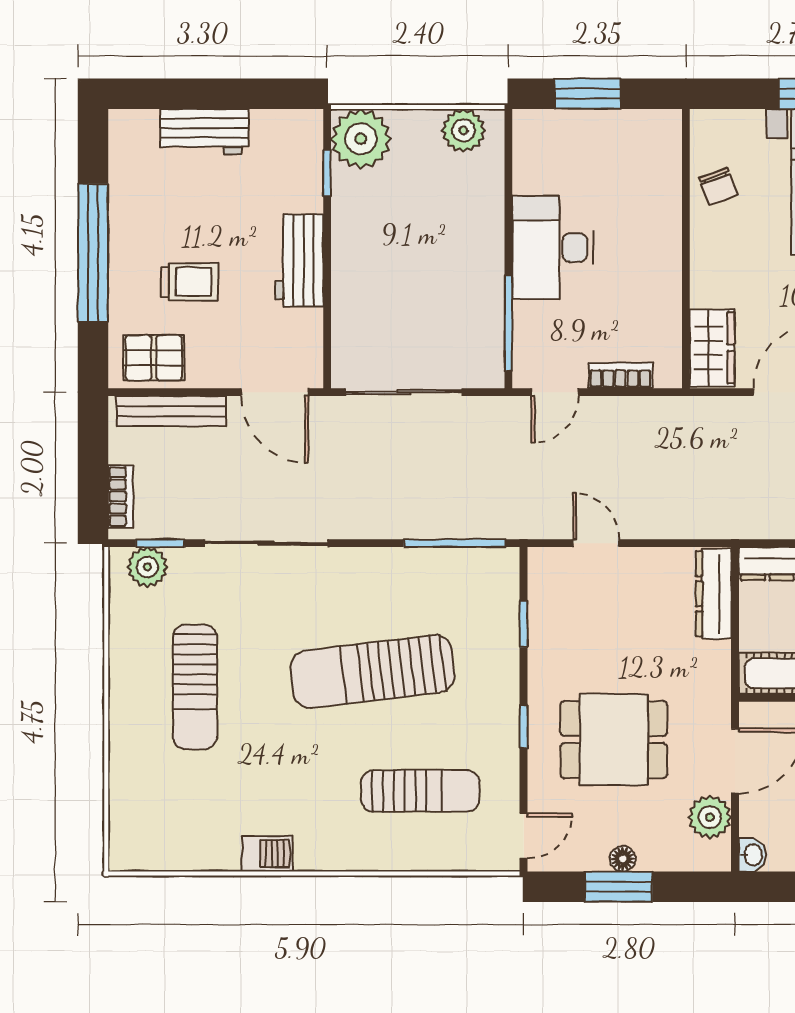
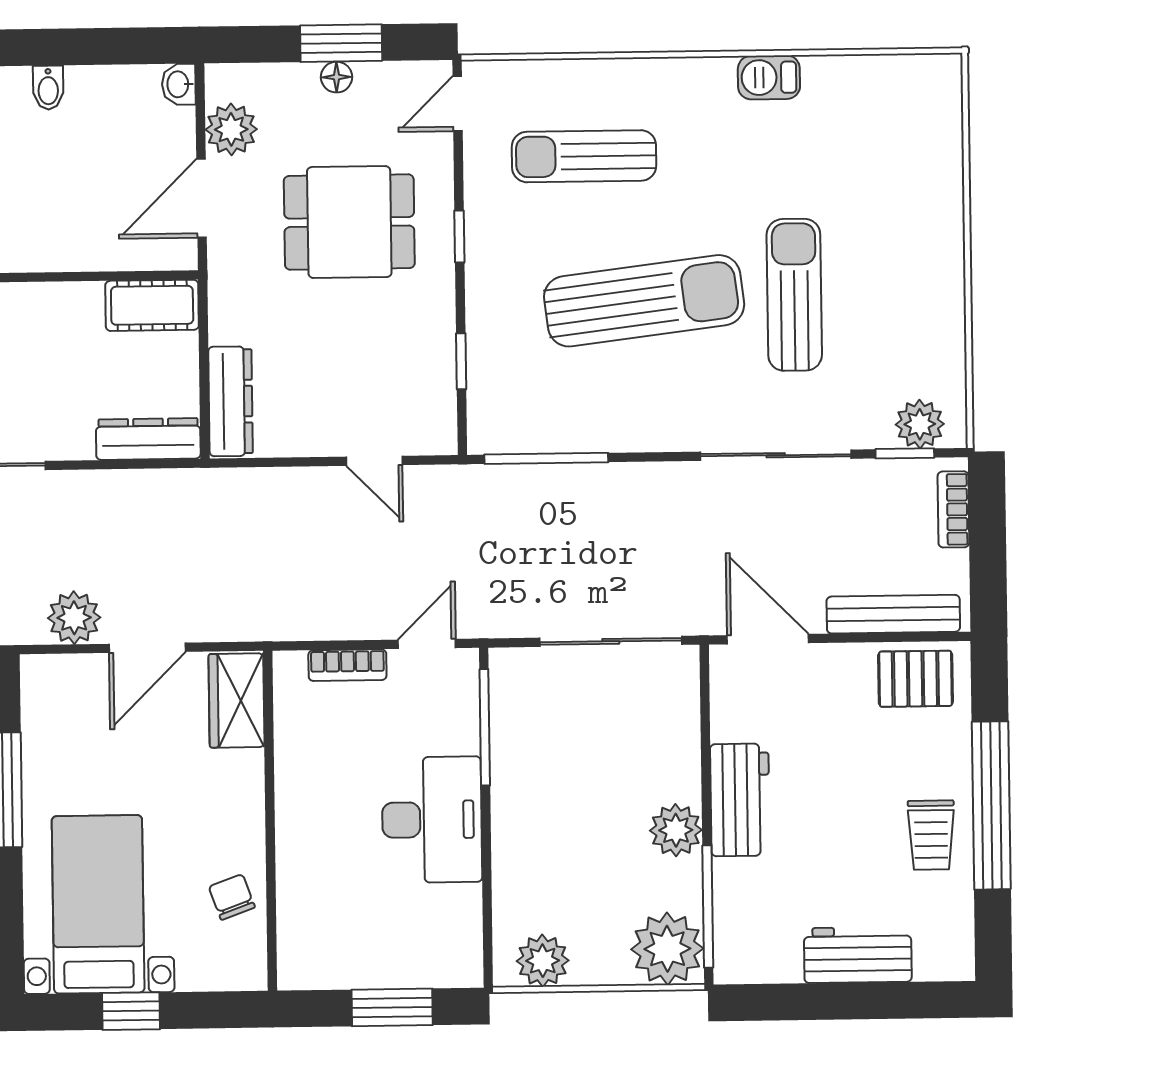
window: (327, 173) -> (708, 907), width x2.17
plant: (353, 236) -> (676, 830), added
trolley: (189, 282) -> (931, 835), moved, turned -90
sun lounger: (195, 687) -> (794, 295), moved

